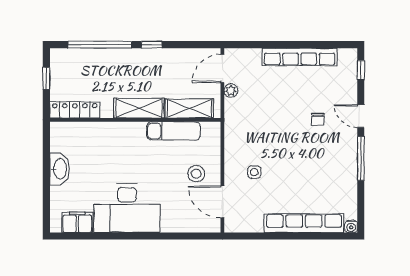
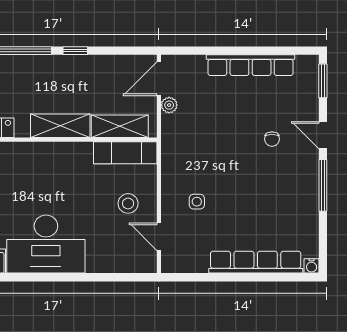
window: (361, 70) -> (323, 81), width x1.50
exam couch: (174, 131) -> (125, 153), moved
door: (222, 202) -> (159, 237), width x0.73

